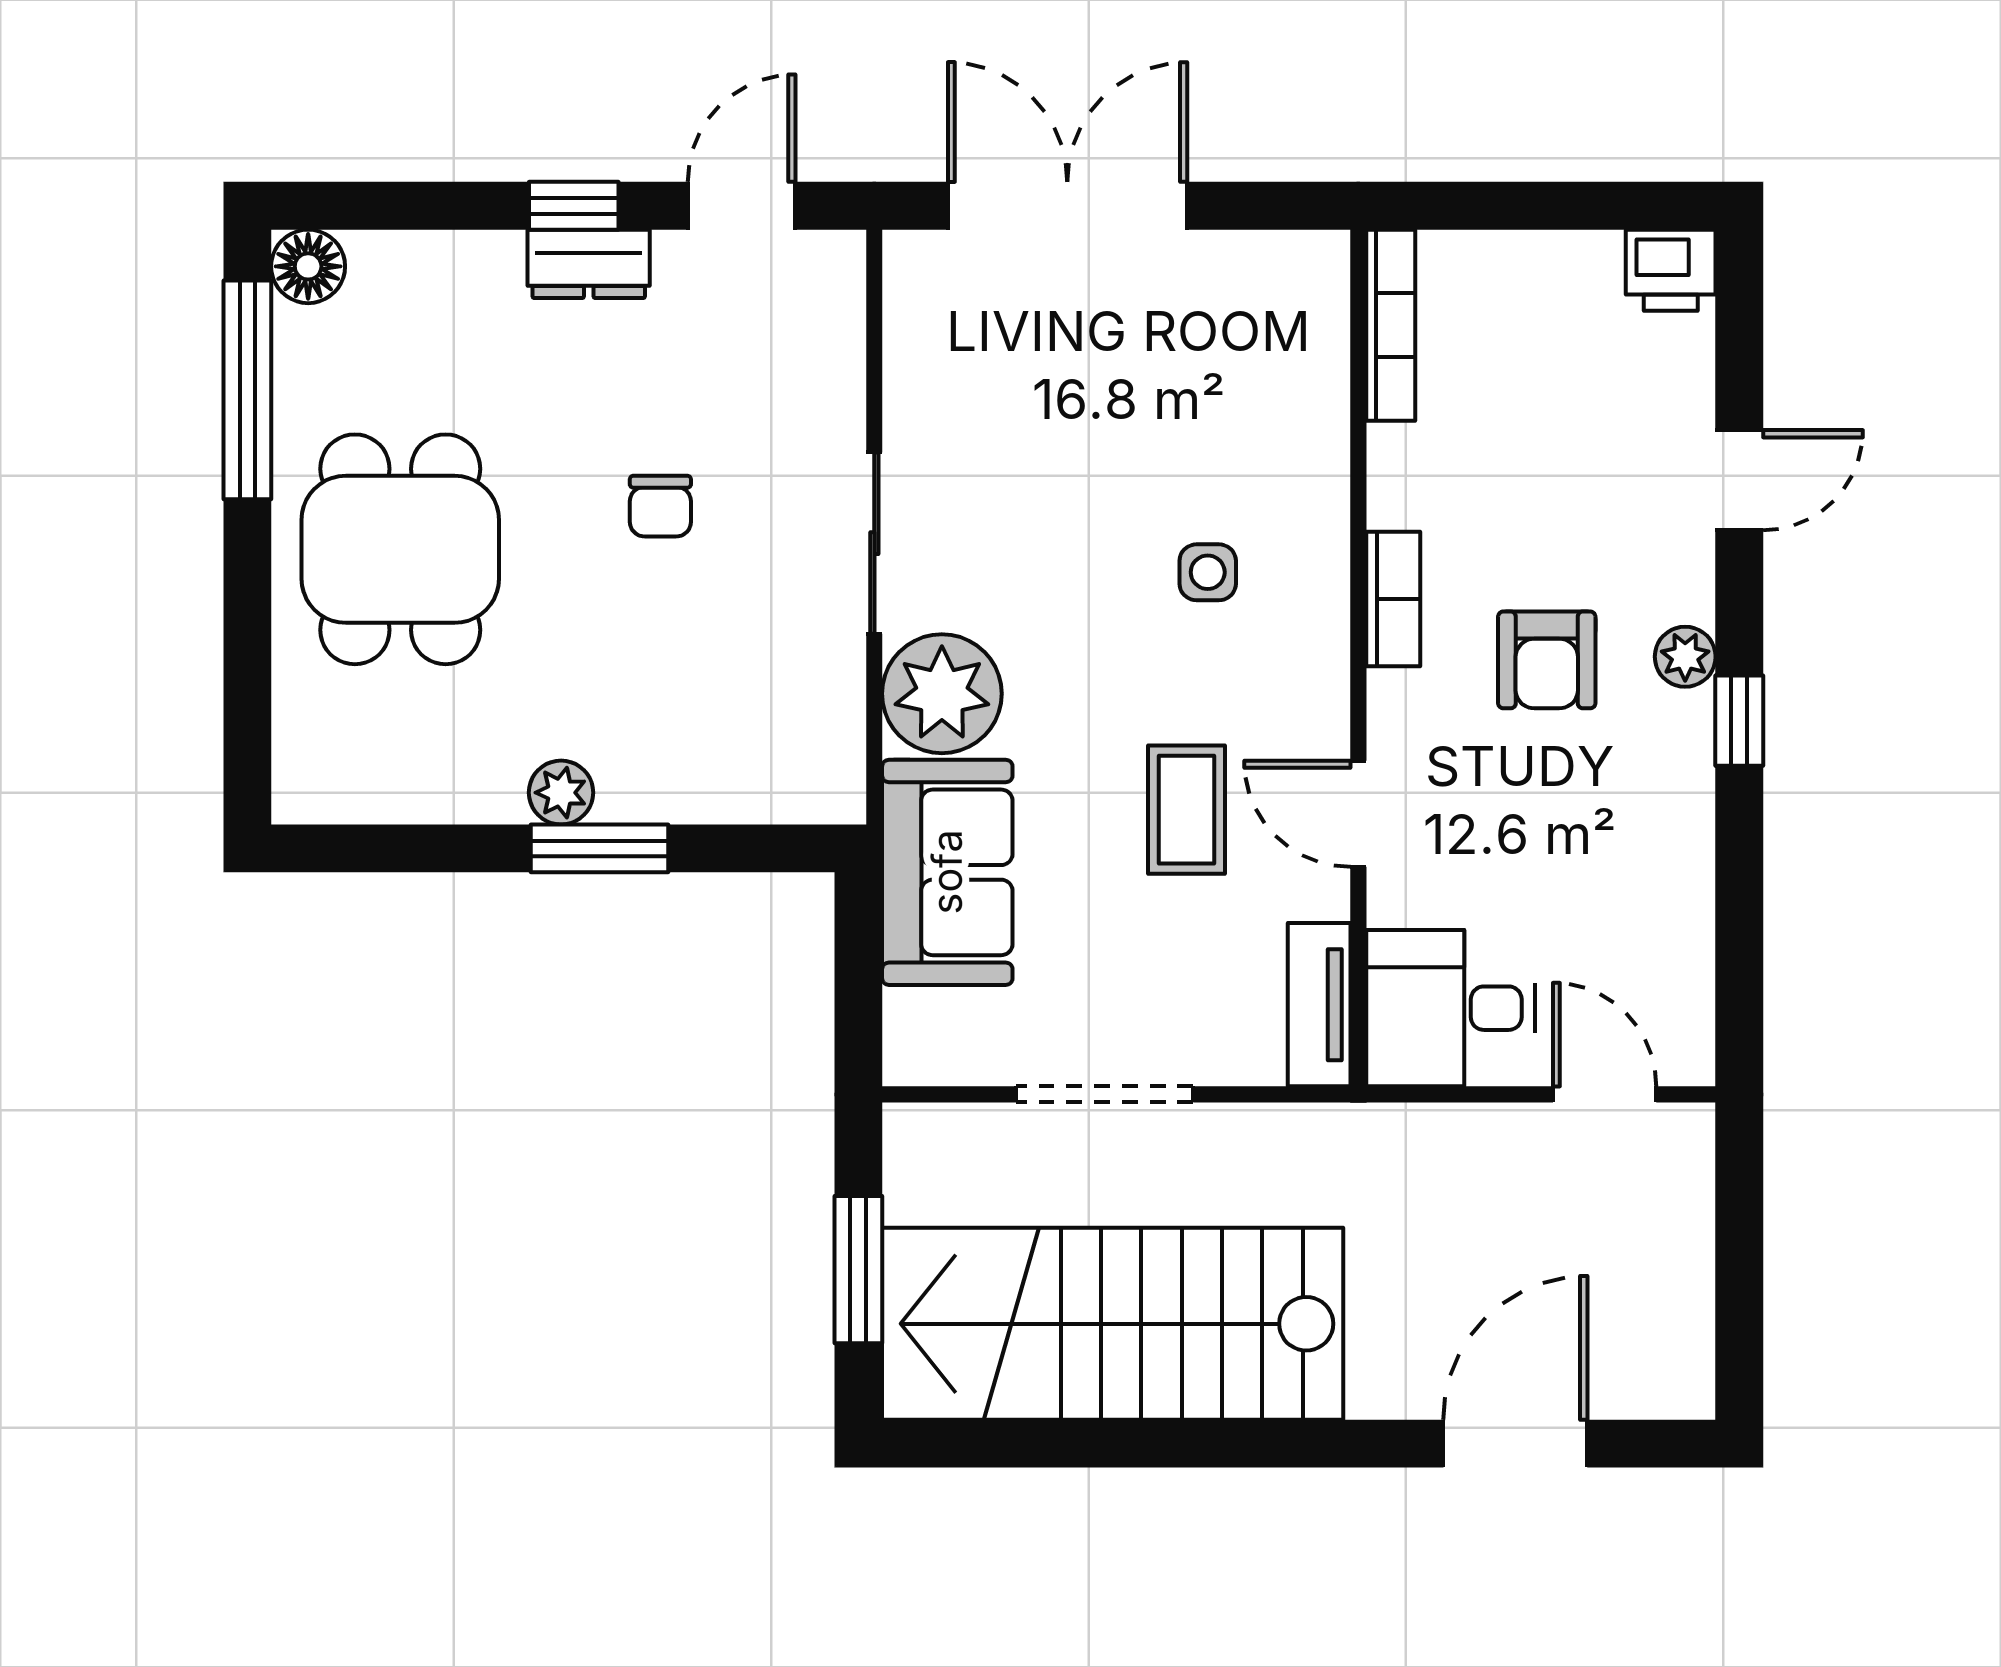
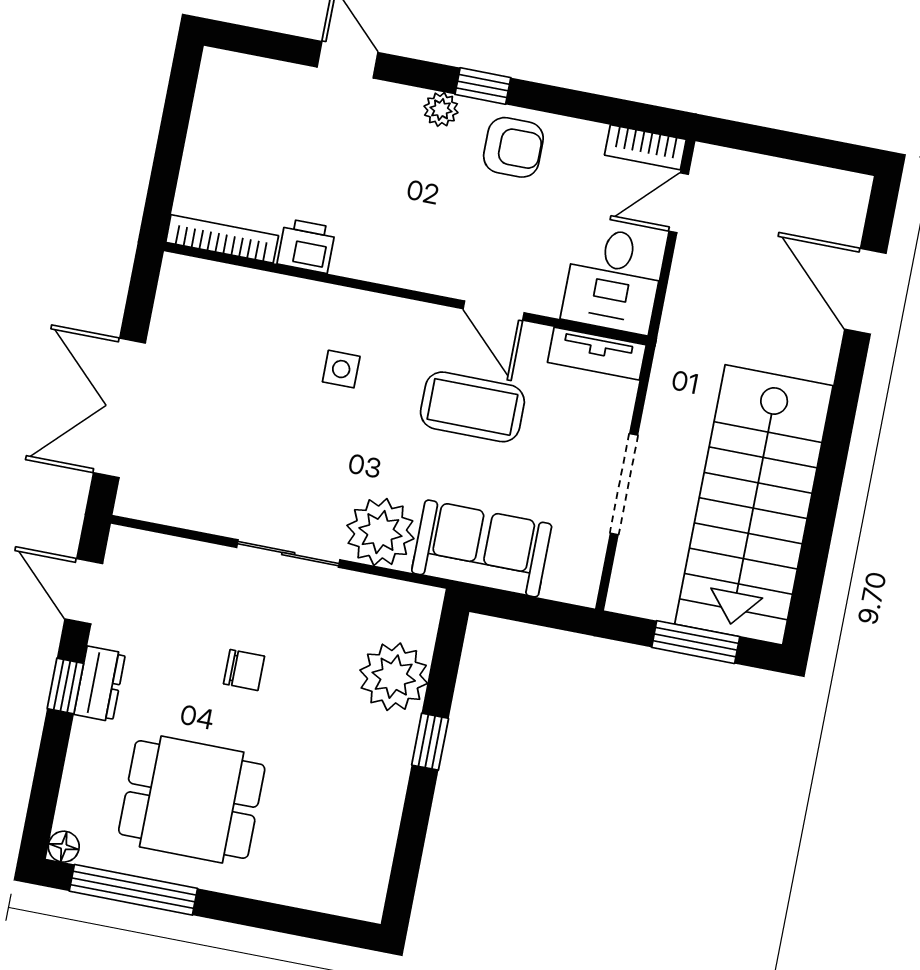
floor lamp: (308, 266) -> (64, 847), width x0.73, depth x0.73
printer: (1671, 270) -> (306, 246), moved, turned -90
dining table: (400, 549) -> (192, 800), moved
bookcase: (1393, 599) -> (645, 147), moved, turned 180
armchair: (1547, 660) -> (513, 147), moved
plant: (561, 793) -> (394, 677), moved, width x1.88, depth x1.88
coffee table: (1187, 810) -> (472, 407), width x1.36, depth x1.30
door: (1358, 814) -> (494, 311), hinge flipped
window: (600, 848) -> (430, 742), width x0.67

